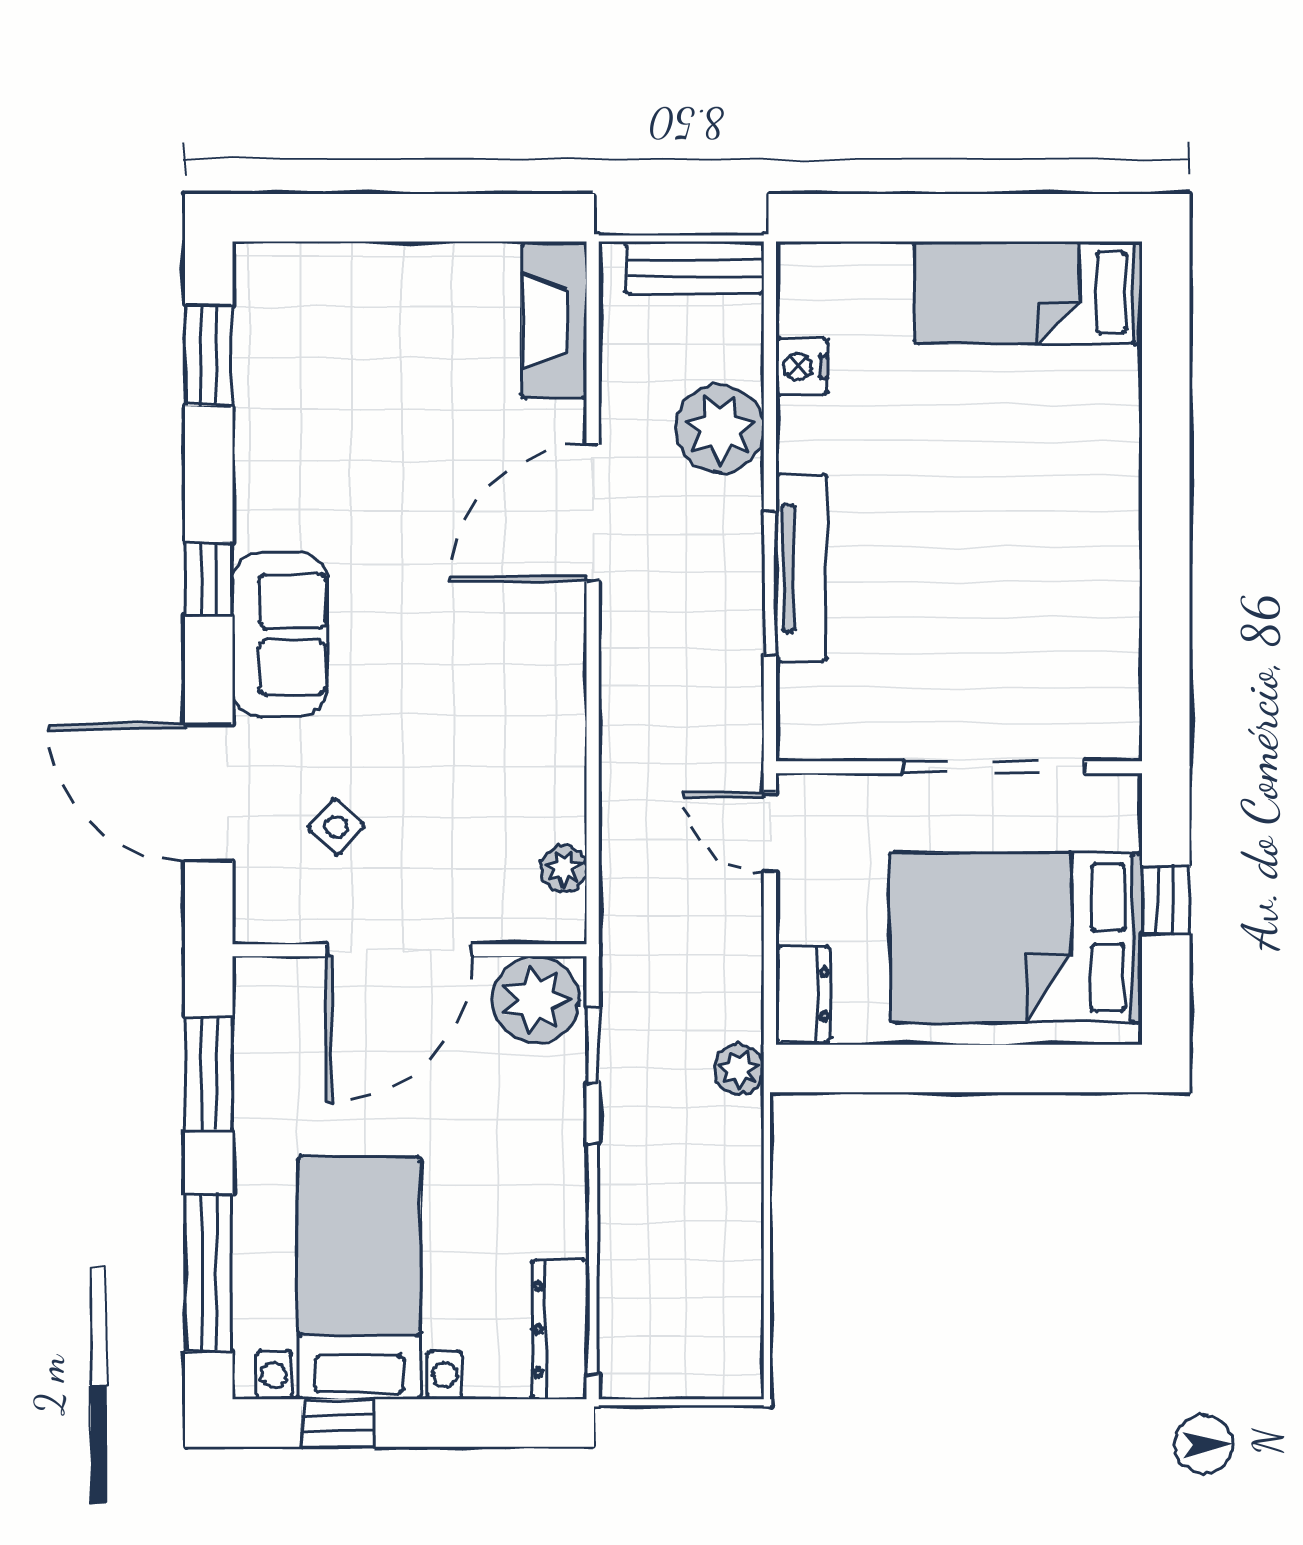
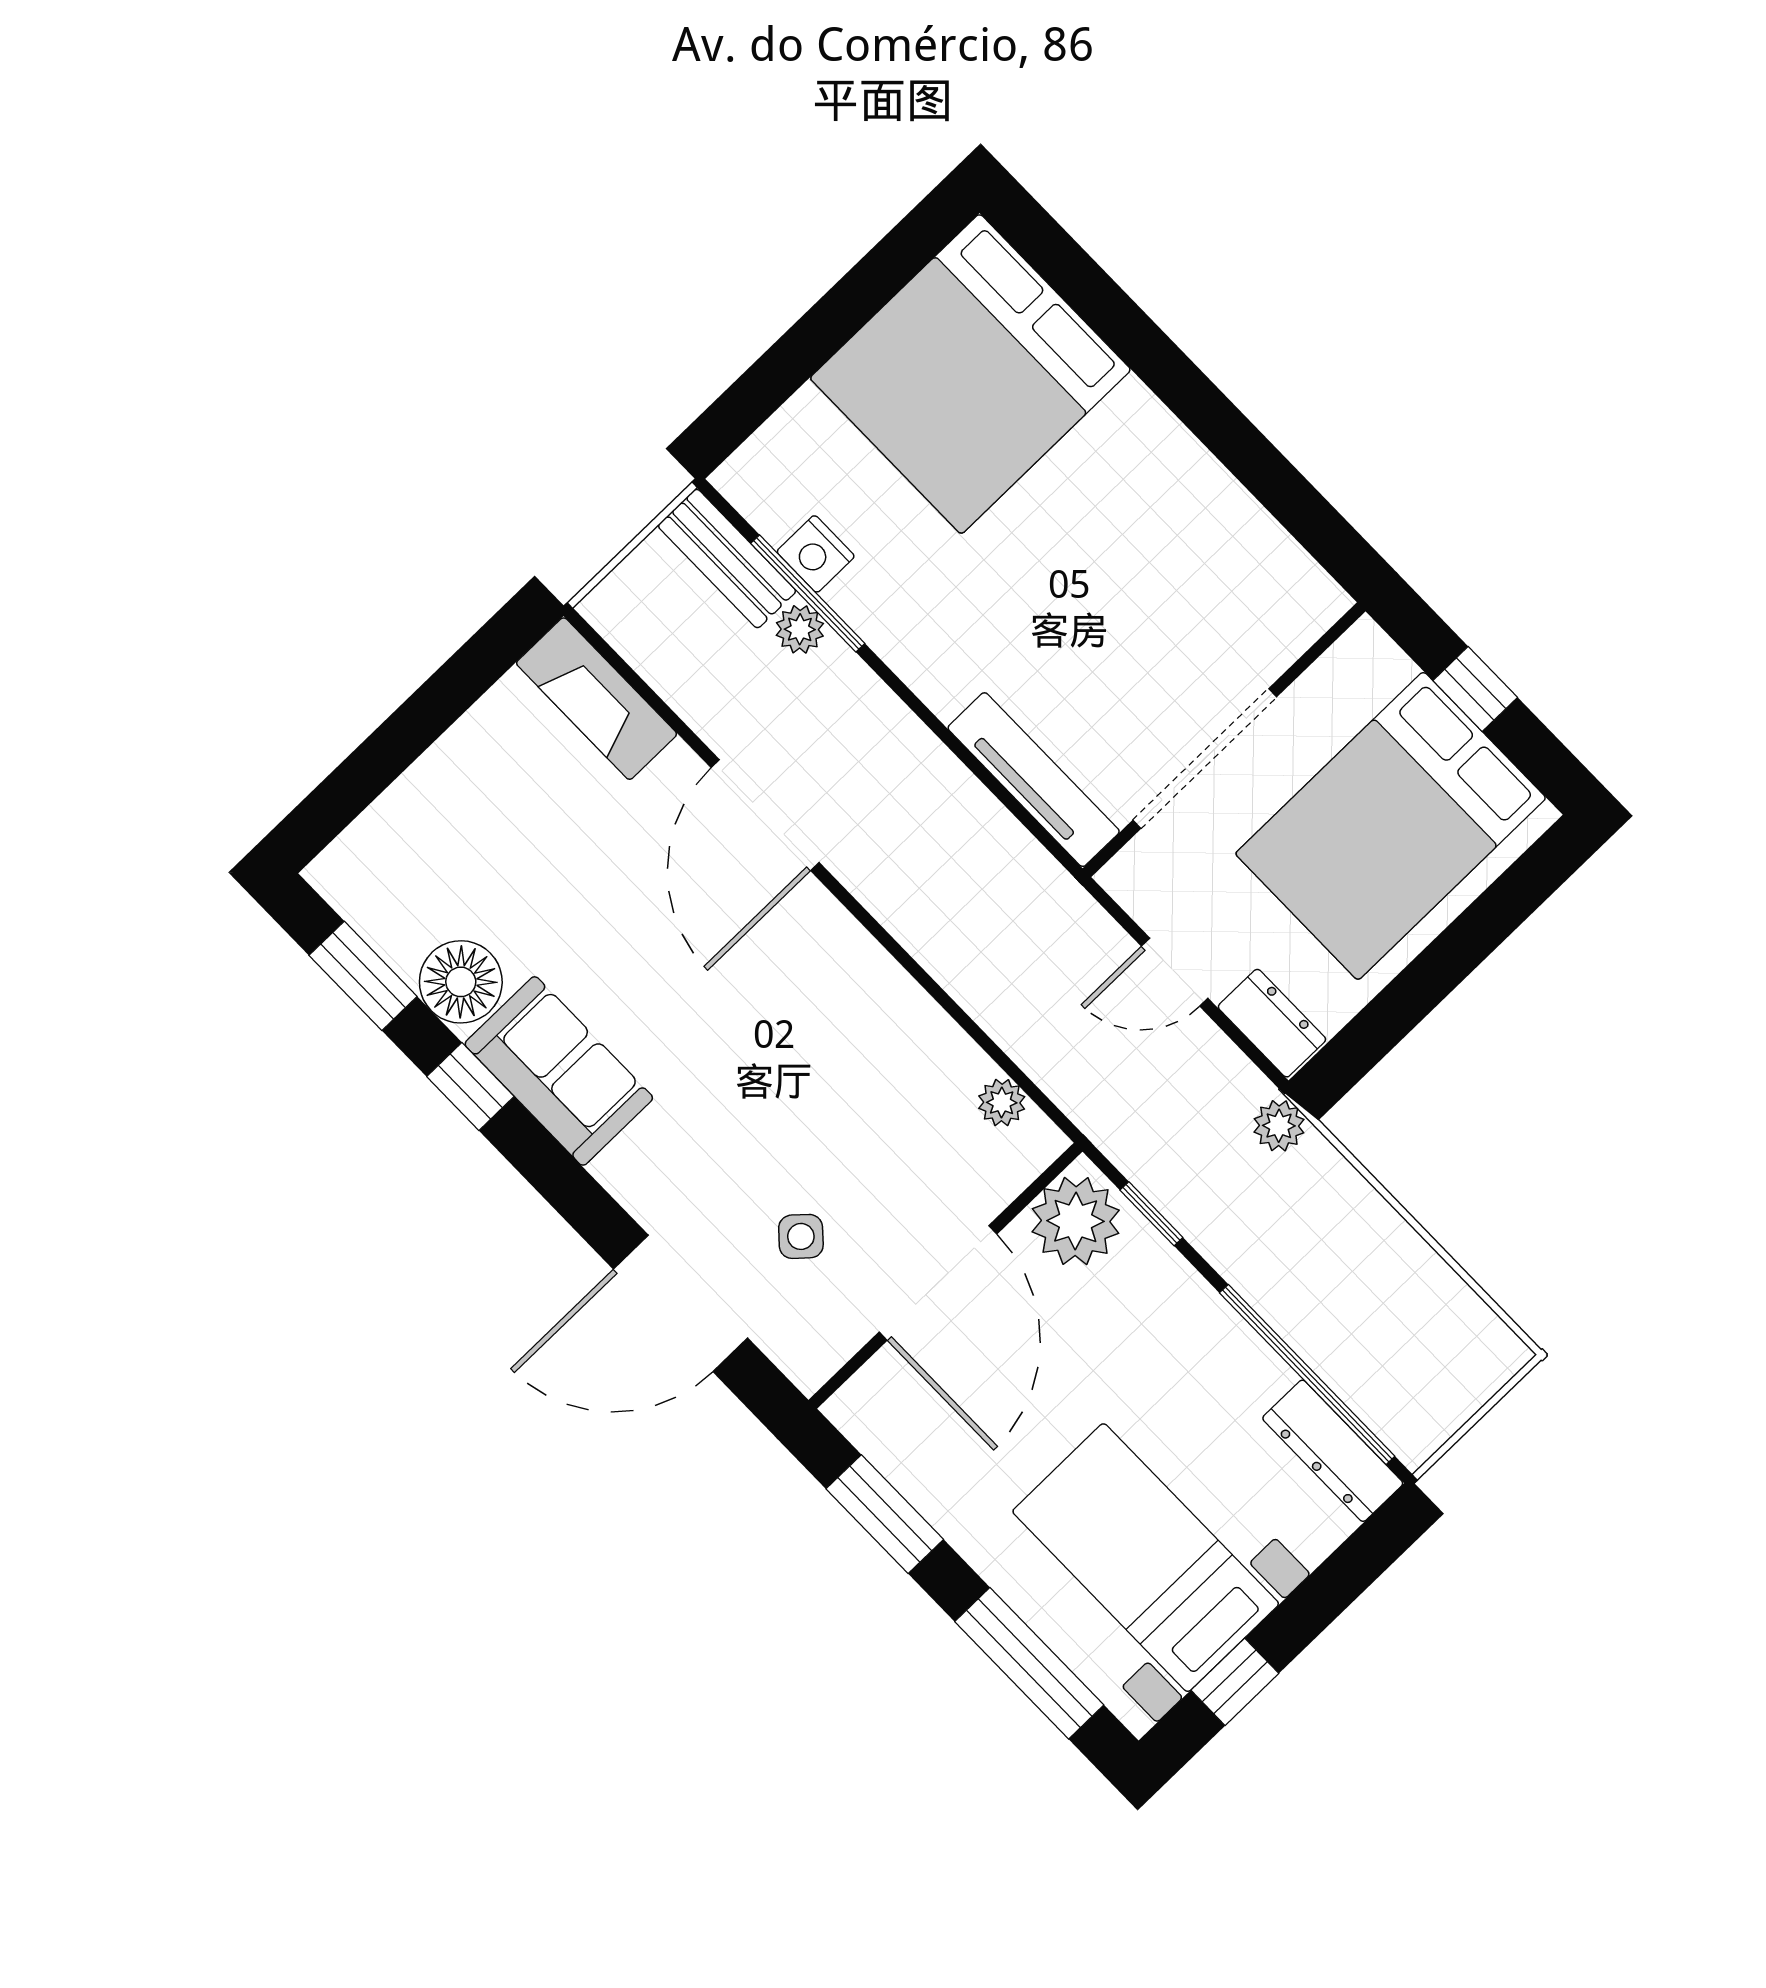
bench: (695, 268) -> (727, 559), moved, turned 90
bed: (1028, 293) -> (970, 374), width x2.04
floor lamp: (272, 425) -> (461, 982), added
plant: (720, 429) -> (800, 629), width x0.53, depth x0.53
tv unit: (801, 568) -> (1034, 780), moved
window: (209, 579) -> (470, 1087), moved
window: (770, 584) -> (808, 593), moved
sofa: (280, 634) -> (559, 1071), moved
doorway: (994, 767) -> (1205, 759), moved
door: (770, 833) -> (1175, 972), moved

